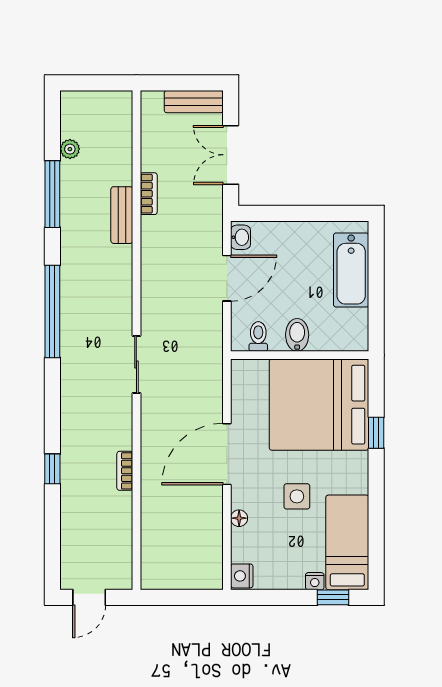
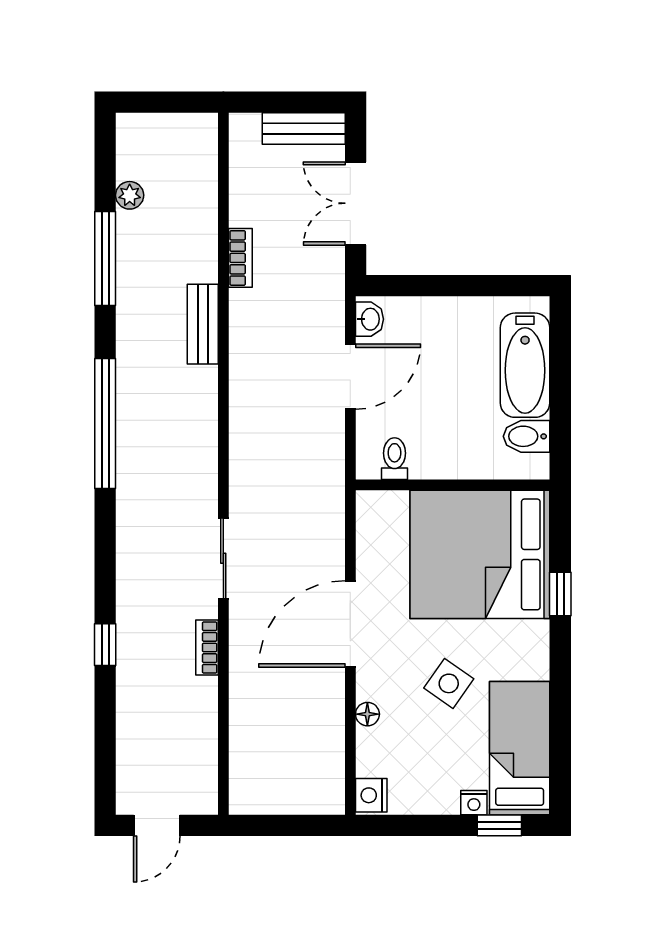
bench: (122, 215) -> (203, 324), moved
bidet: (297, 335) -> (526, 436), moved, turned -90
sliding door: (136, 364) -> (223, 558), moved
side table: (297, 496) -> (449, 683), turned 35

